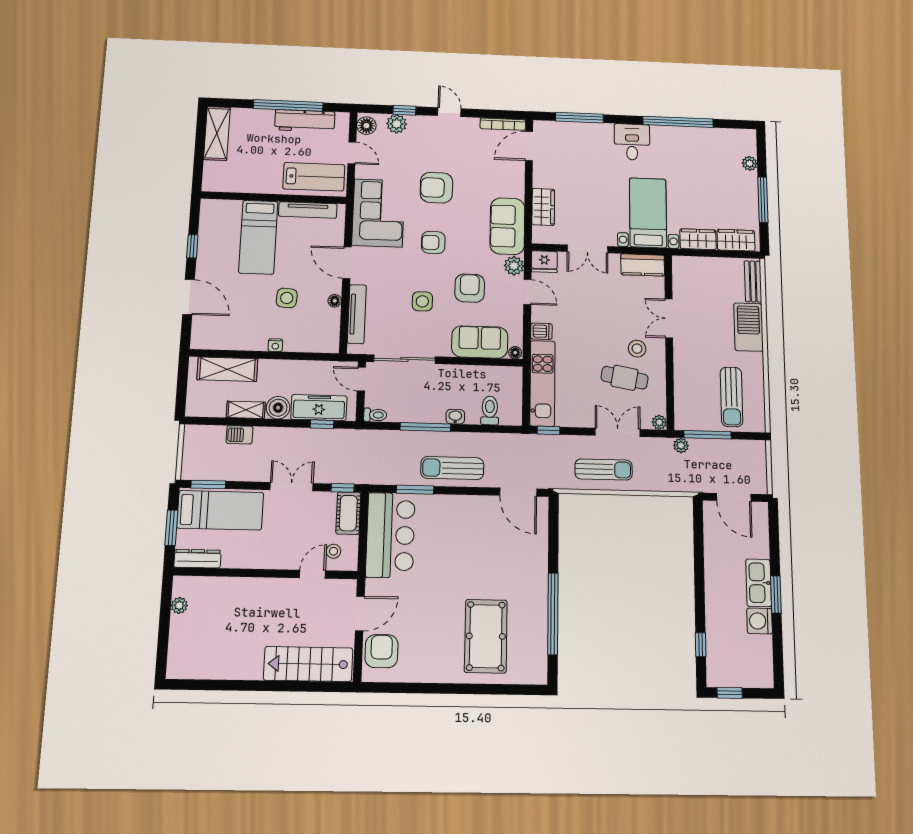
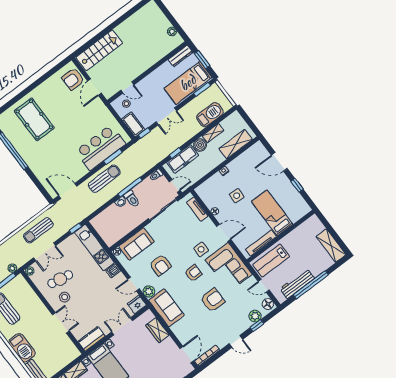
side table: (422, 301) -> (201, 249), moved
tv unit: (357, 314) -> (197, 209), width x0.71
toilet: (490, 410) -> (132, 199), moved
barbecue: (240, 435) -> (210, 115), width x1.88, depth x1.53
bar counter: (390, 535) -> (100, 148), moved, turned 90
door: (313, 574) -> (127, 87), hinge flipped
armchair: (381, 651) -> (73, 79), turned 90

